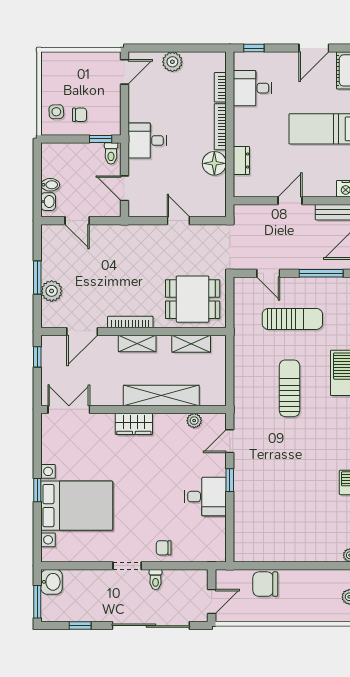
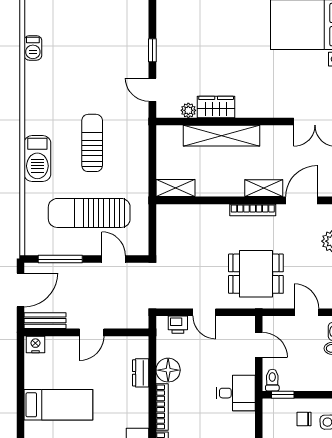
printer: (205, 208) -> (178, 325), added
dining table: (193, 299) -> (256, 274), moved
sun lounger: (292, 319) -> (89, 213), width x1.36, depth x1.34
shelving: (137, 343) -> (264, 188), moved
shelving: (191, 344) -> (175, 188), moved
sun lounger: (290, 388) -> (92, 143), turned 180
wardrobe: (134, 424) -> (216, 107), moved
door: (230, 441) -> (152, 90), swing flipped
desk: (205, 497) -> (177, 34), removed

